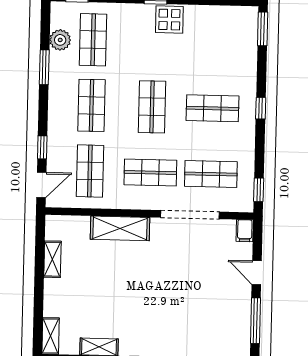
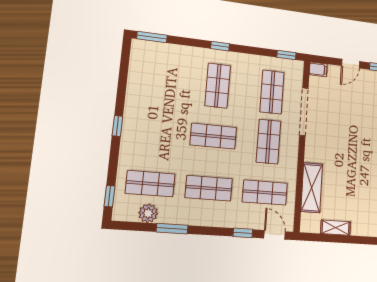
display table: (169, 20) -> (137, 115), removed
shelving: (120, 228) -> (312, 188), moved

